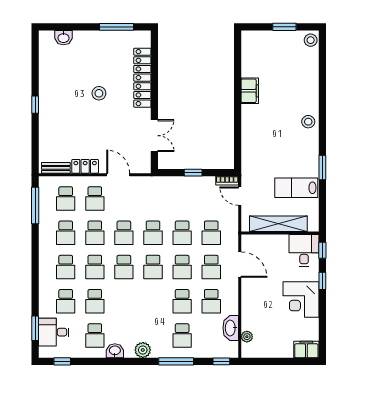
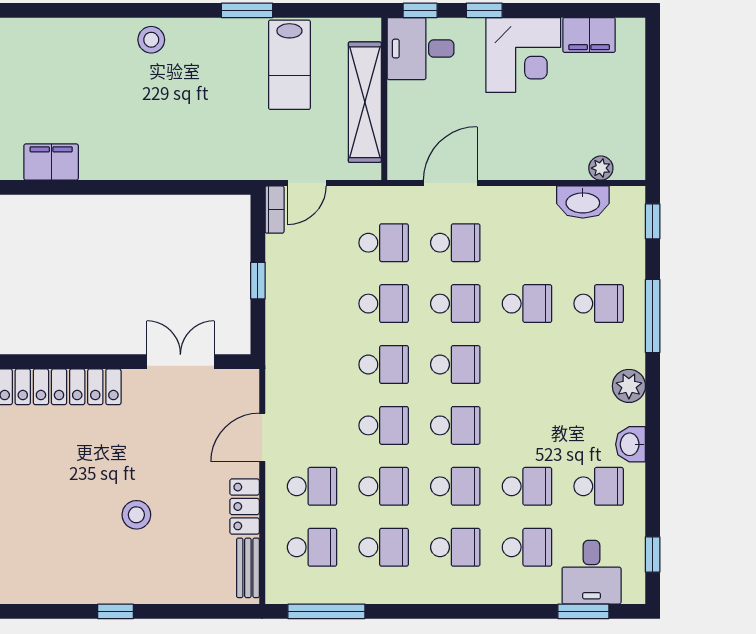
filing cabinet: (250, 91) -> (51, 162), moved
stool: (99, 93) -> (136, 515), moved
school desk: (211, 301) -> (527, 243), removed
filing cabinet: (306, 350) -> (589, 35), moved, turned -90

